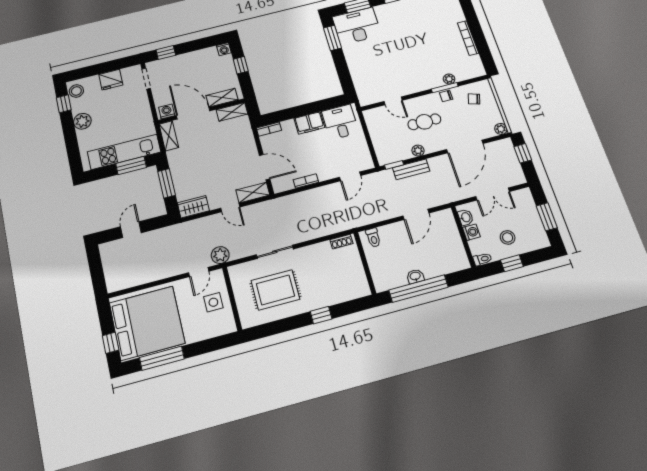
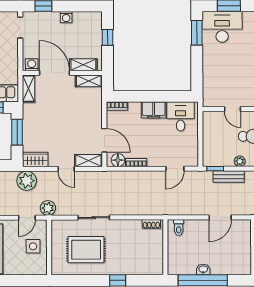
washing machine: (224, 49) -> (66, 17), moved
floor lamp: (285, 184) -> (118, 160), added
plant: (189, 232) -> (27, 181), added

